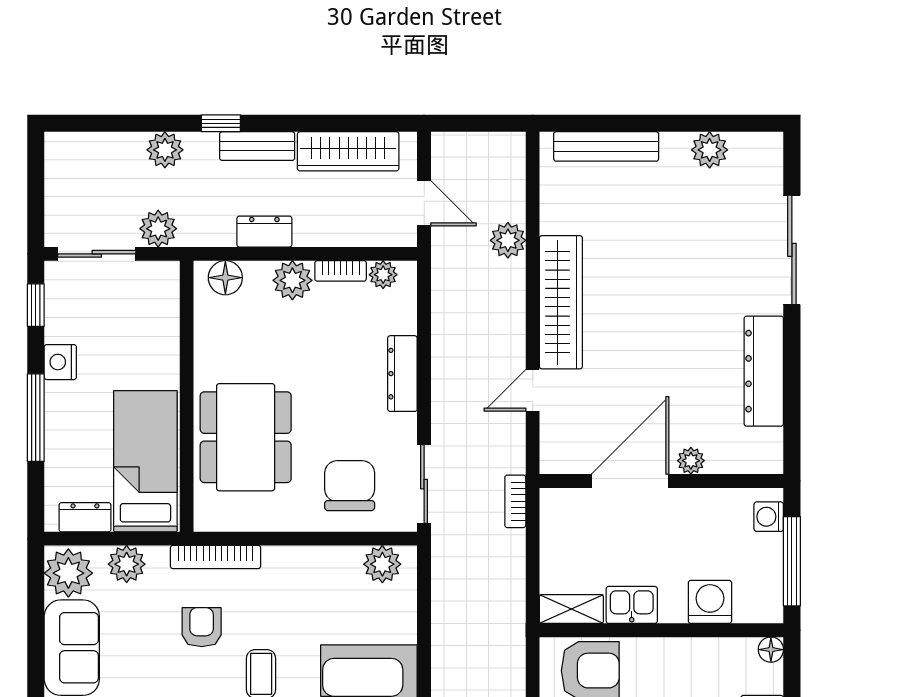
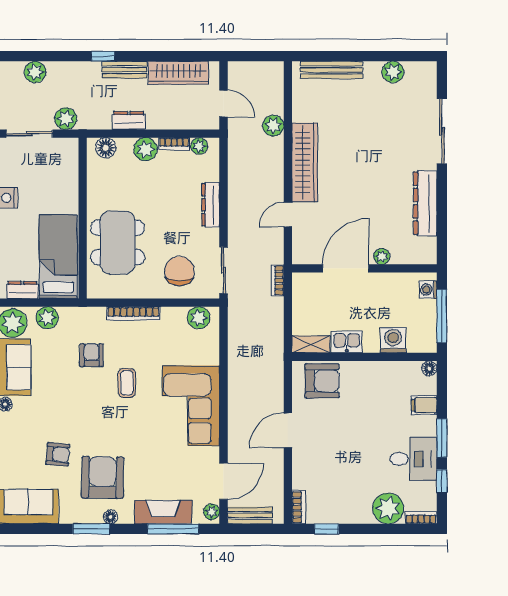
plant: (165, 150) -> (35, 72), moved
bookcase: (216, 557) -> (133, 314), moved

